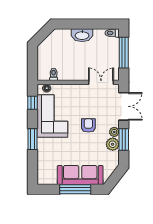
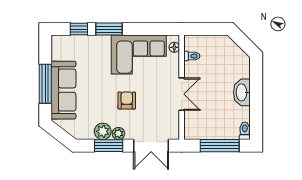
double door: (101, 82) -> (182, 94), moved
window: (32, 103) -> (79, 29), moved
armchair: (88, 125) -> (127, 100), turned -90

